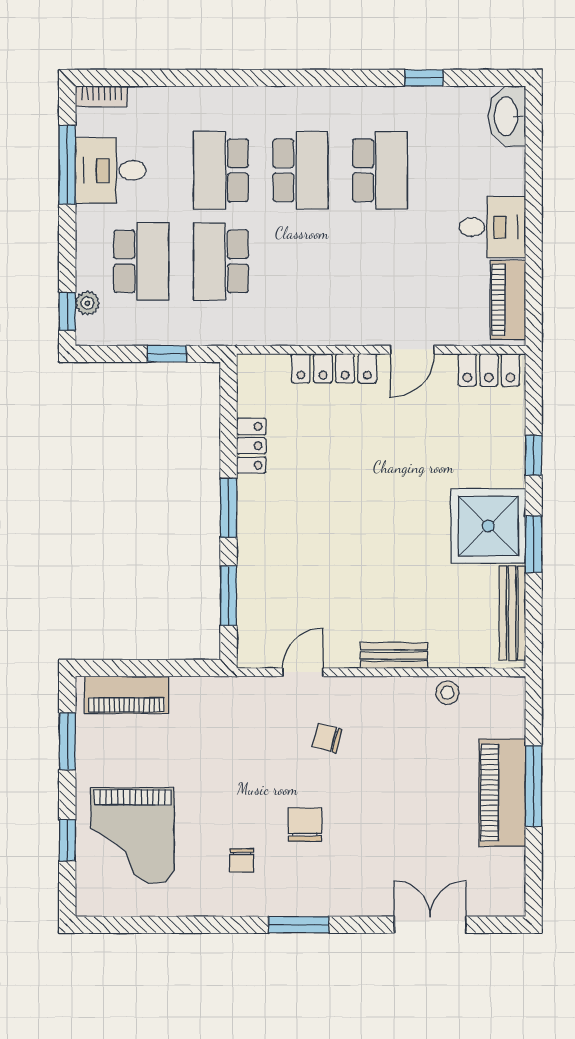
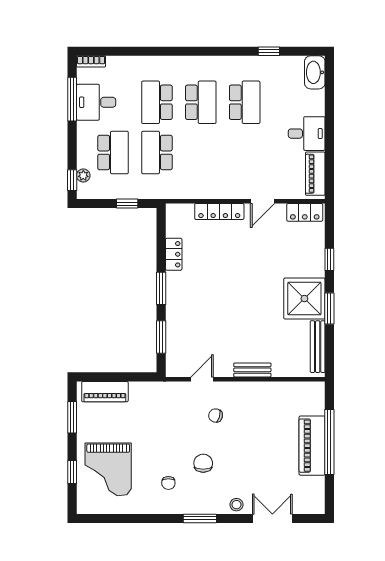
stool: (448, 693) -> (236, 505), moved
window: (534, 786) -> (329, 442), width x1.46

